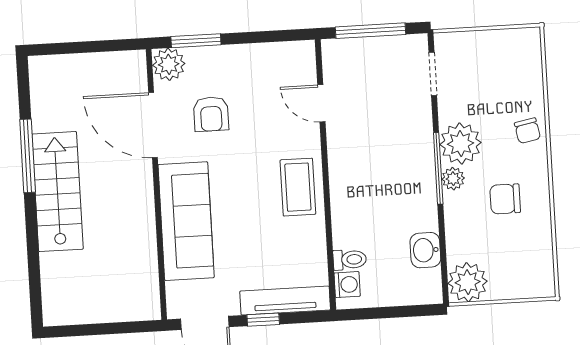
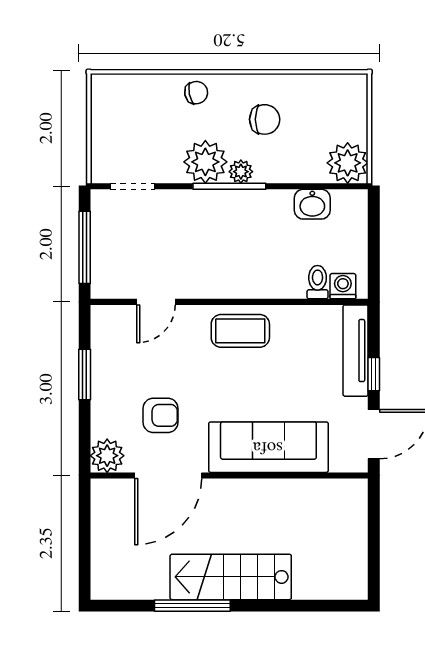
window: (196, 41) -> (85, 374), moved
chair: (505, 199) -> (265, 119), turned -90

